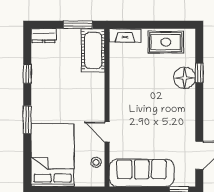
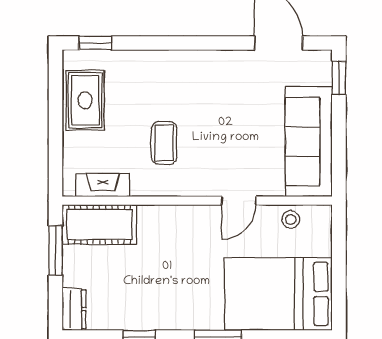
fireplace: (125, 35) -> (103, 185), moved, turned -90
window: (199, 73) -> (95, 43), moved
floor lamp: (185, 78) -> (146, 68), removed
coffee table: (141, 88) -> (164, 143), added

